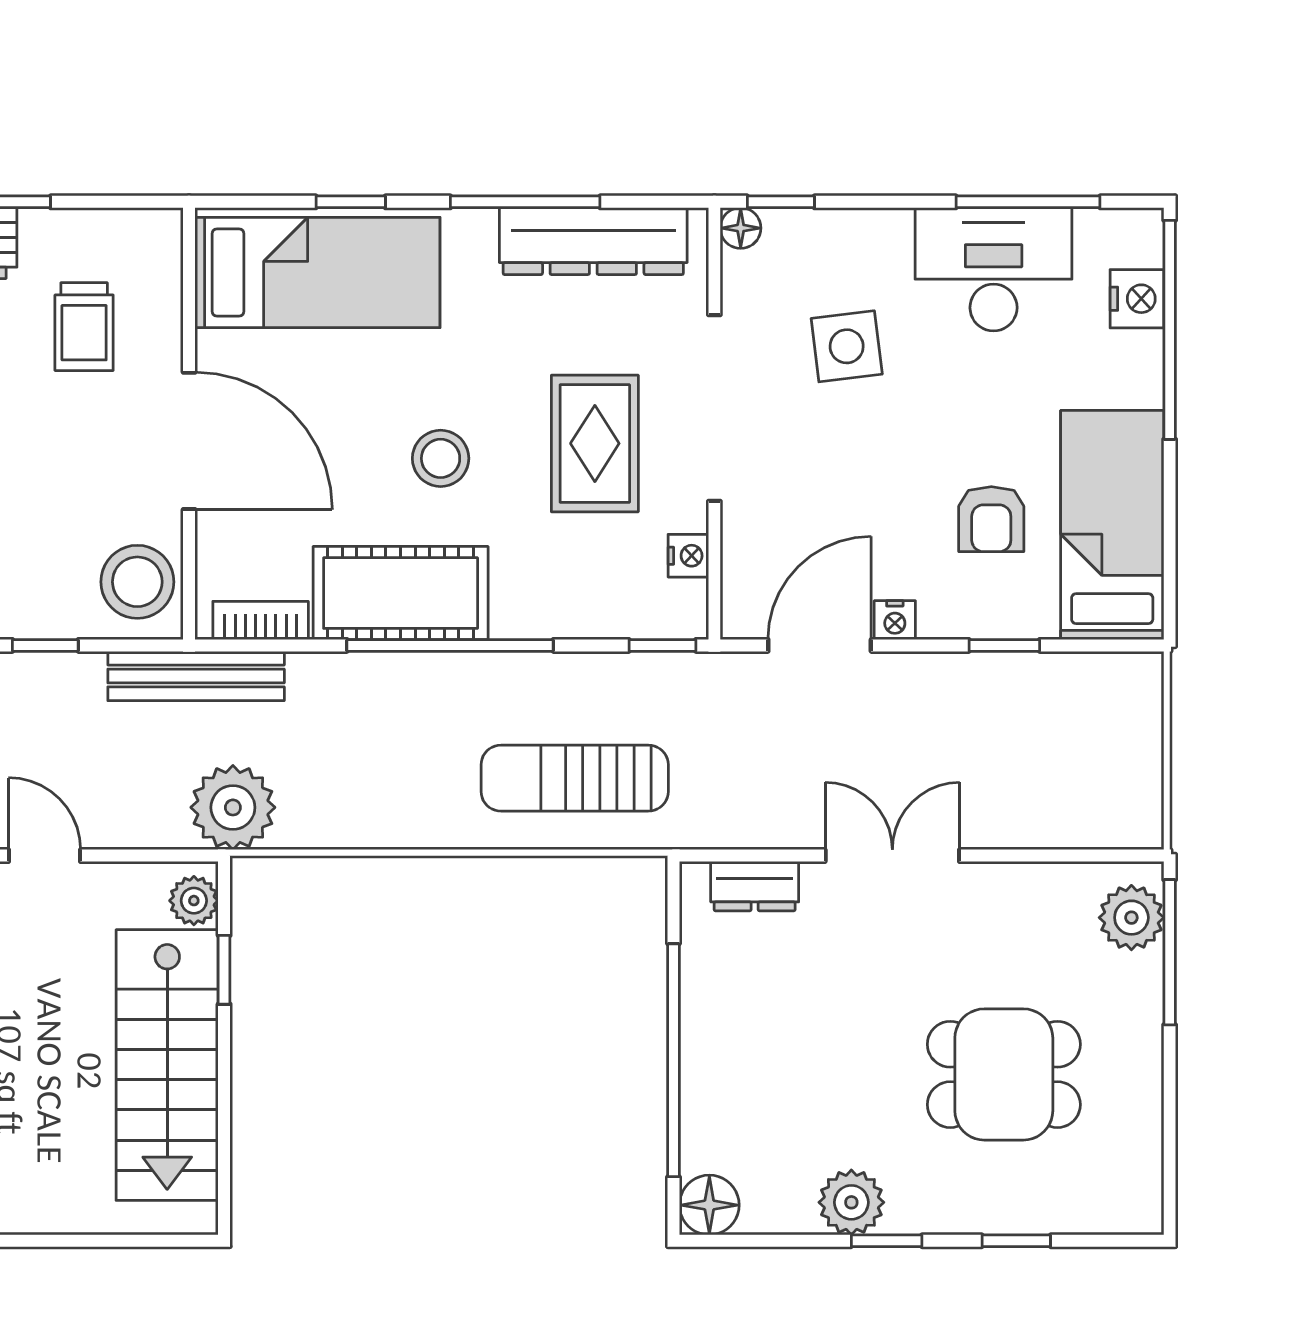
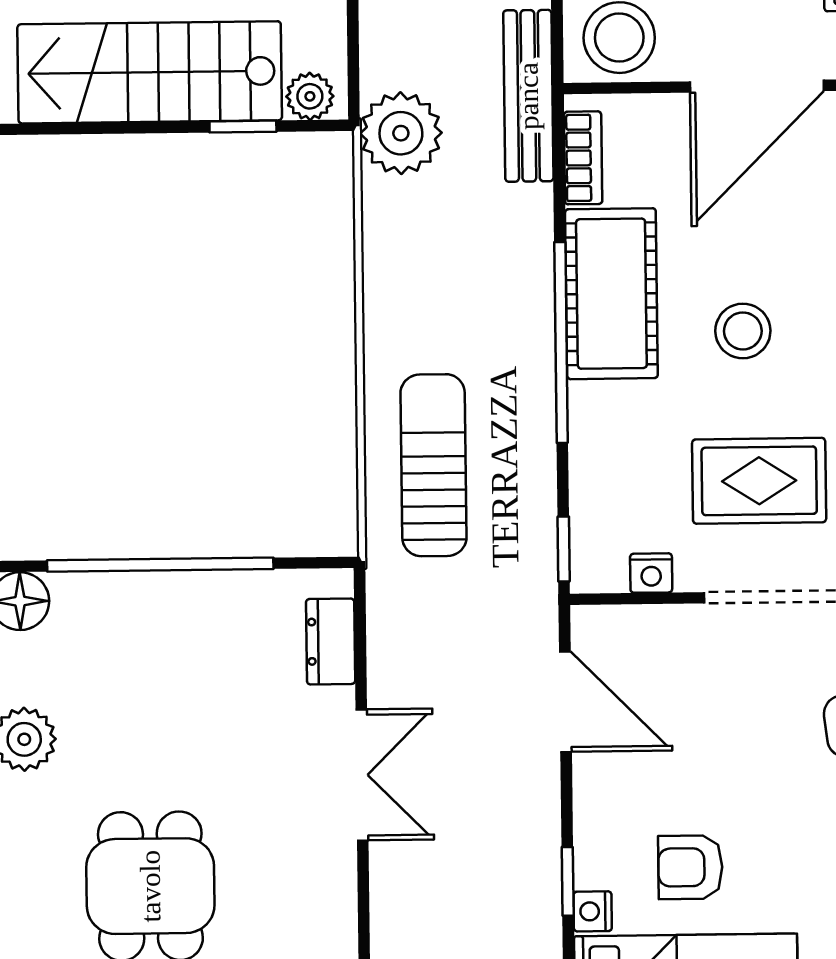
nightstand: (895, 620) -> (593, 911), moved

